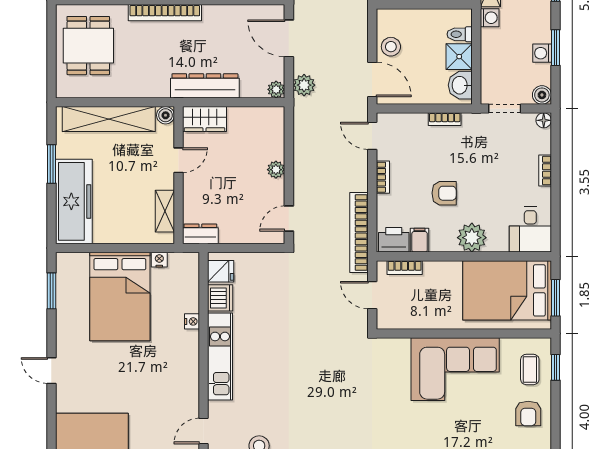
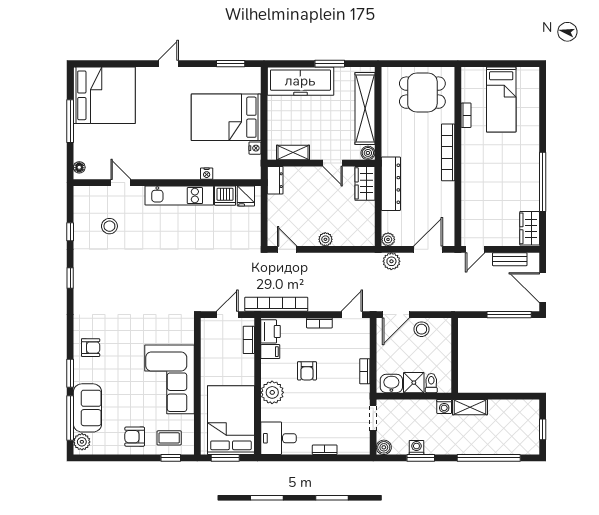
floor lamp: (544, 120) -> (364, 449), removed

